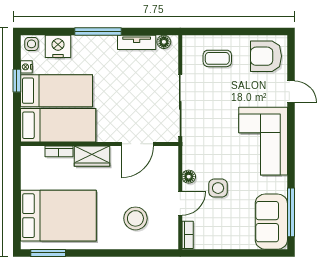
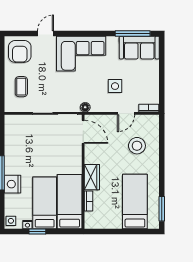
tv unit: (137, 42) -> (10, 145), removed
floor lamp: (164, 42) -> (9, 125), removed
nightstand: (58, 46) -> (13, 184), moved
door: (137, 144) -> (83, 132), moved
floor lamp: (189, 177) -> (85, 107), moved
door: (180, 203) -> (126, 113), swing flipped
bed: (58, 216) -> (135, 202), width x0.67

